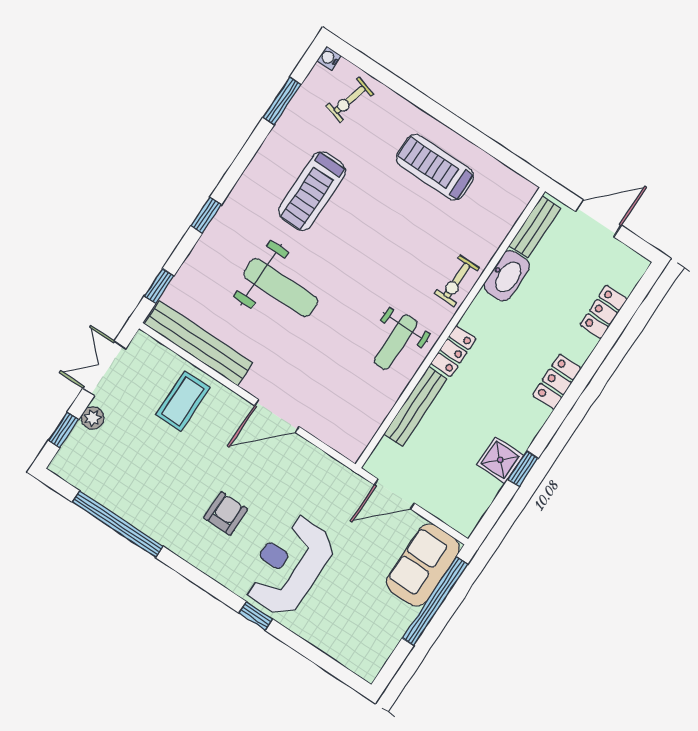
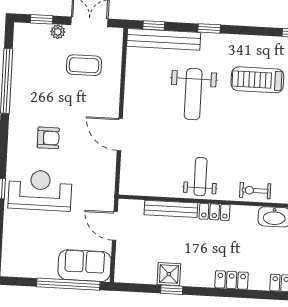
weight bench: (396, 342) -> (200, 176), turned 90
bench: (198, 343) -> (164, 39), moved, turned 90
coffee table: (183, 401) -> (84, 65), moved

